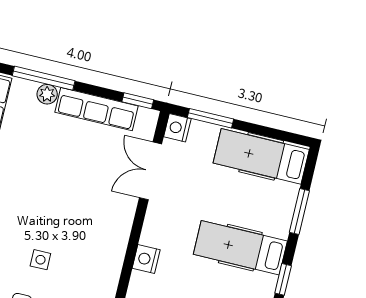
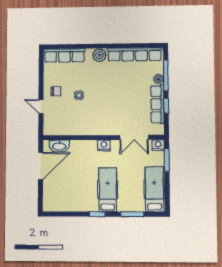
window: (138, 101) -> (166, 106), moved
double door: (151, 171) -> (134, 137), swing flipped
nightstand: (146, 259) -> (104, 145), moved

